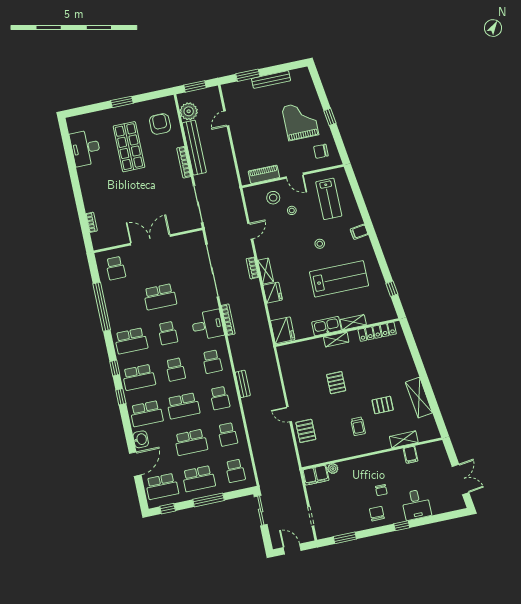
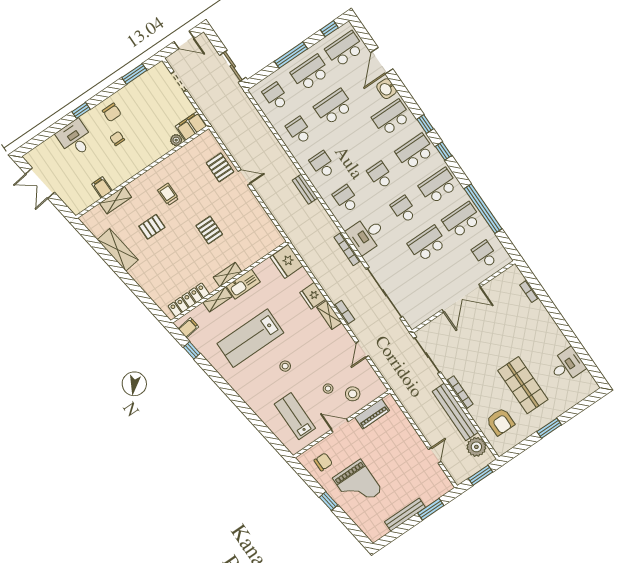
desk: (85, 148) -> (567, 365), width x0.73
filing cabinet: (359, 232) -> (188, 328), moved
school desk: (183, 406) -> (462, 220), moved

